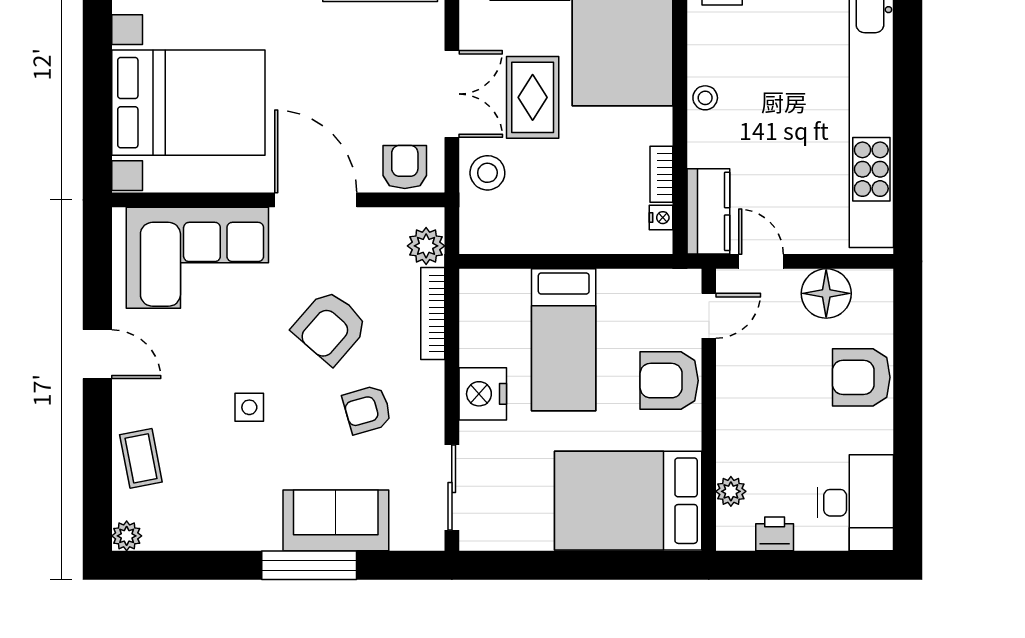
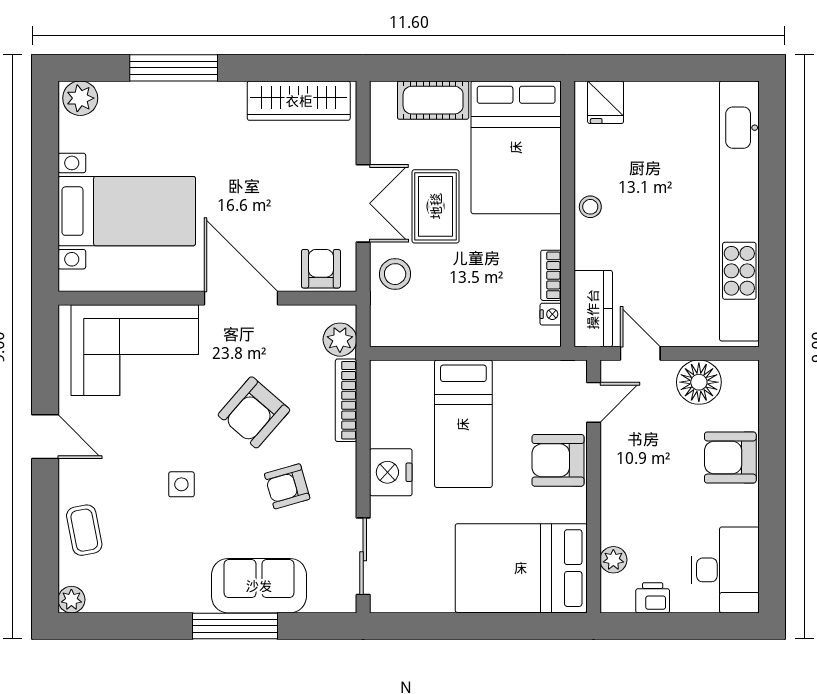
bed with nightstands: (188, 103) -> (127, 211), width x0.73

